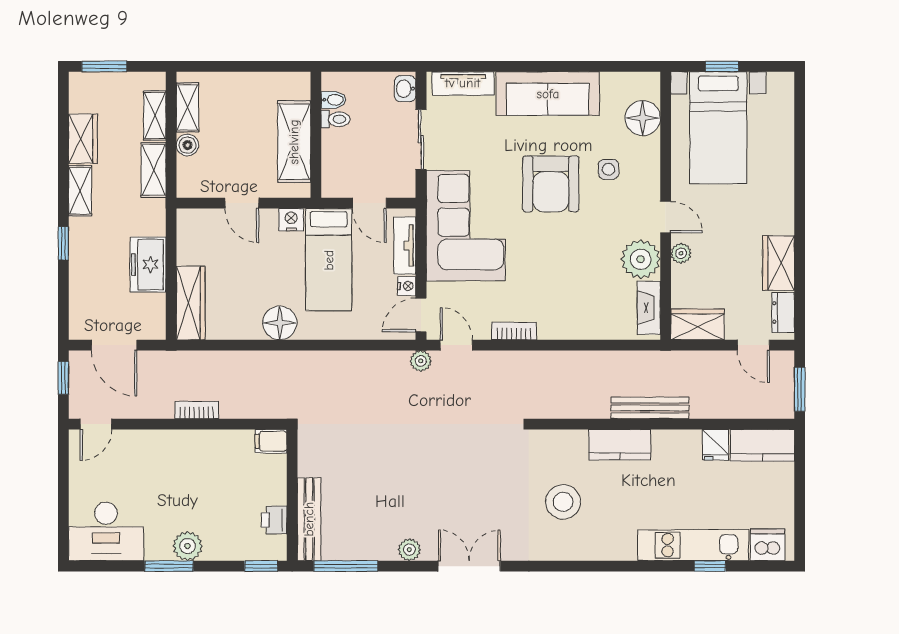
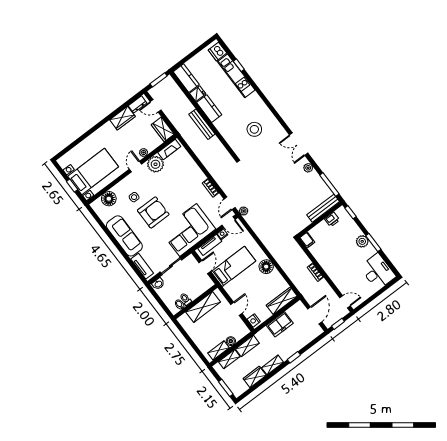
nightstand: (291, 220) -> (254, 320), moved
door: (753, 345) -> (156, 106), swing flipped
kitchen counter: (620, 445) -> (209, 109), moved

